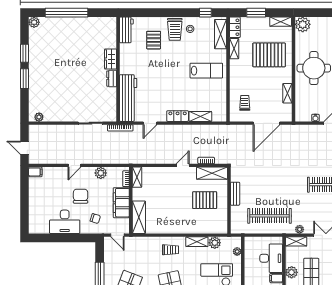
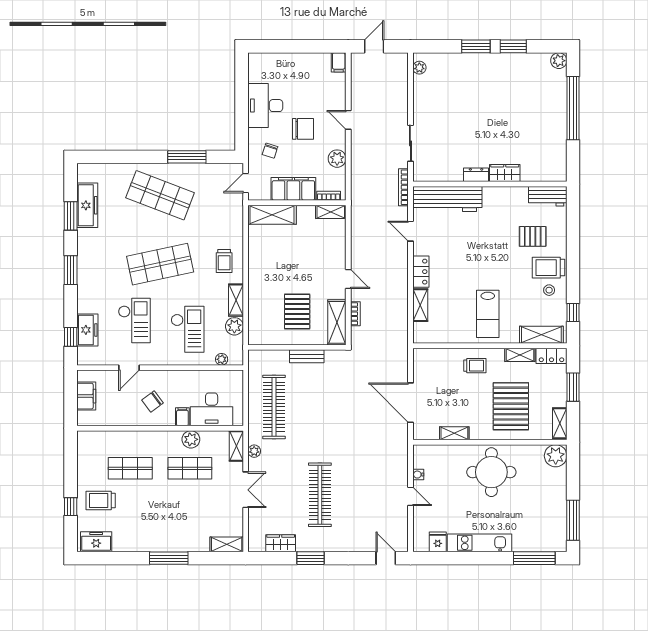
trolley: (245, 103) -> (475, 366), moved

